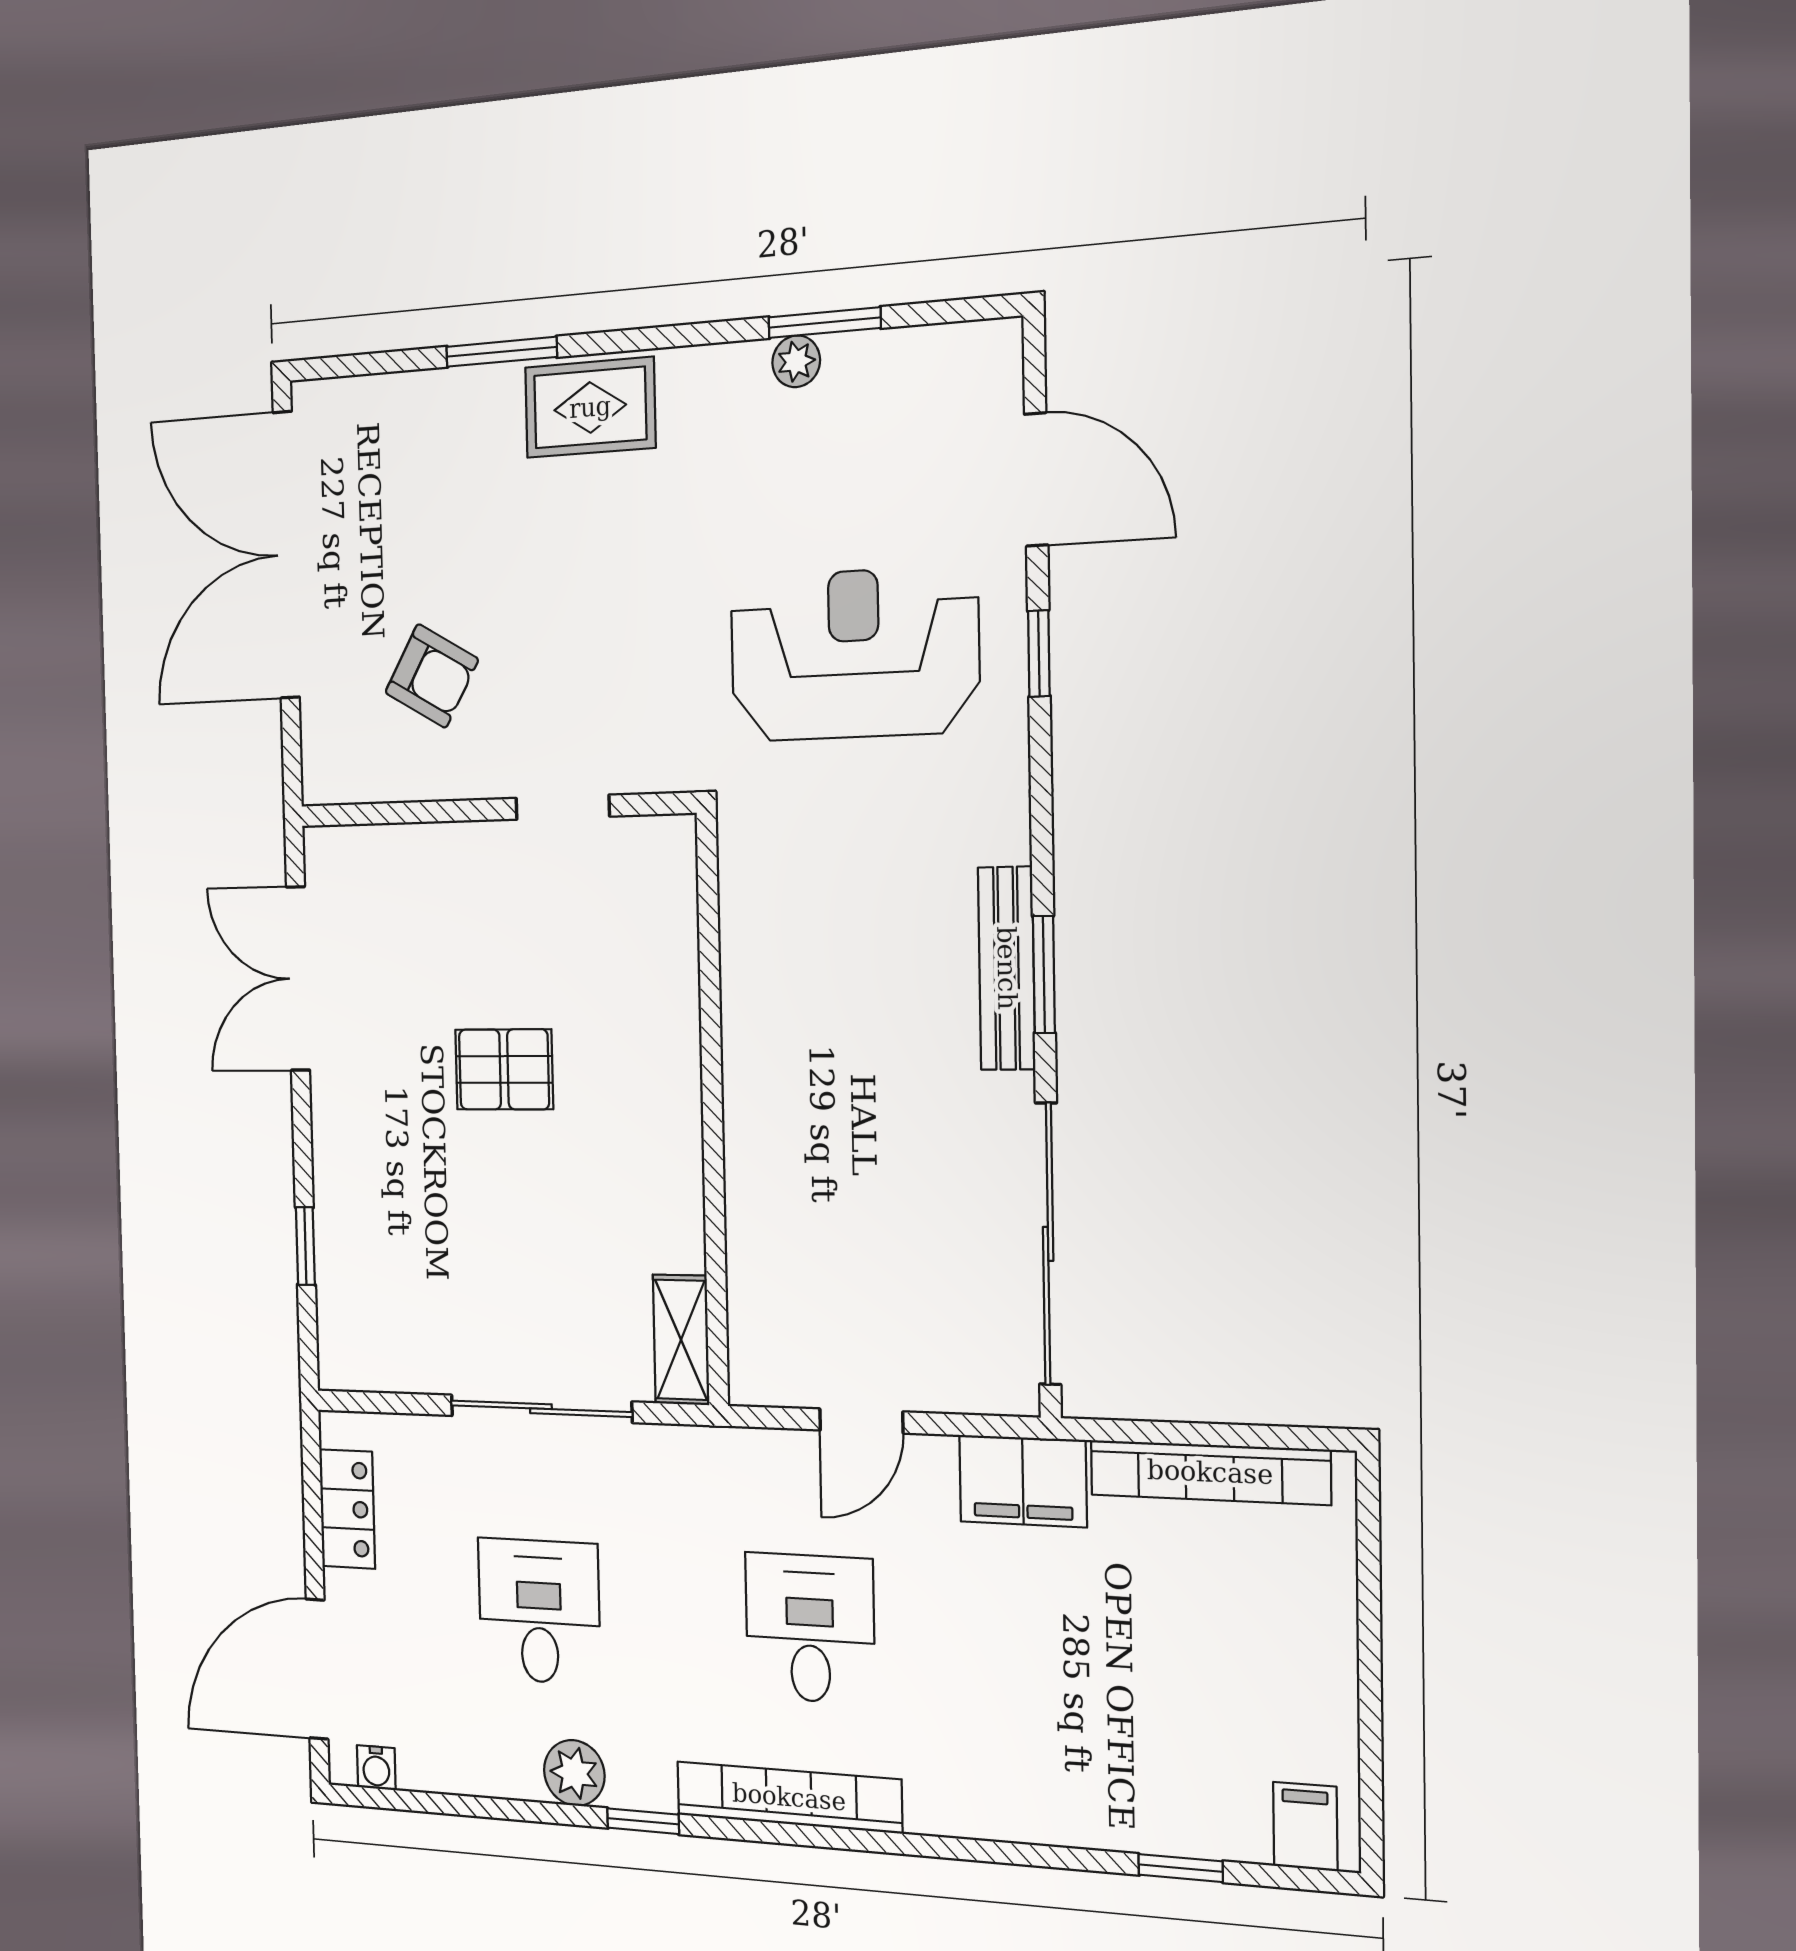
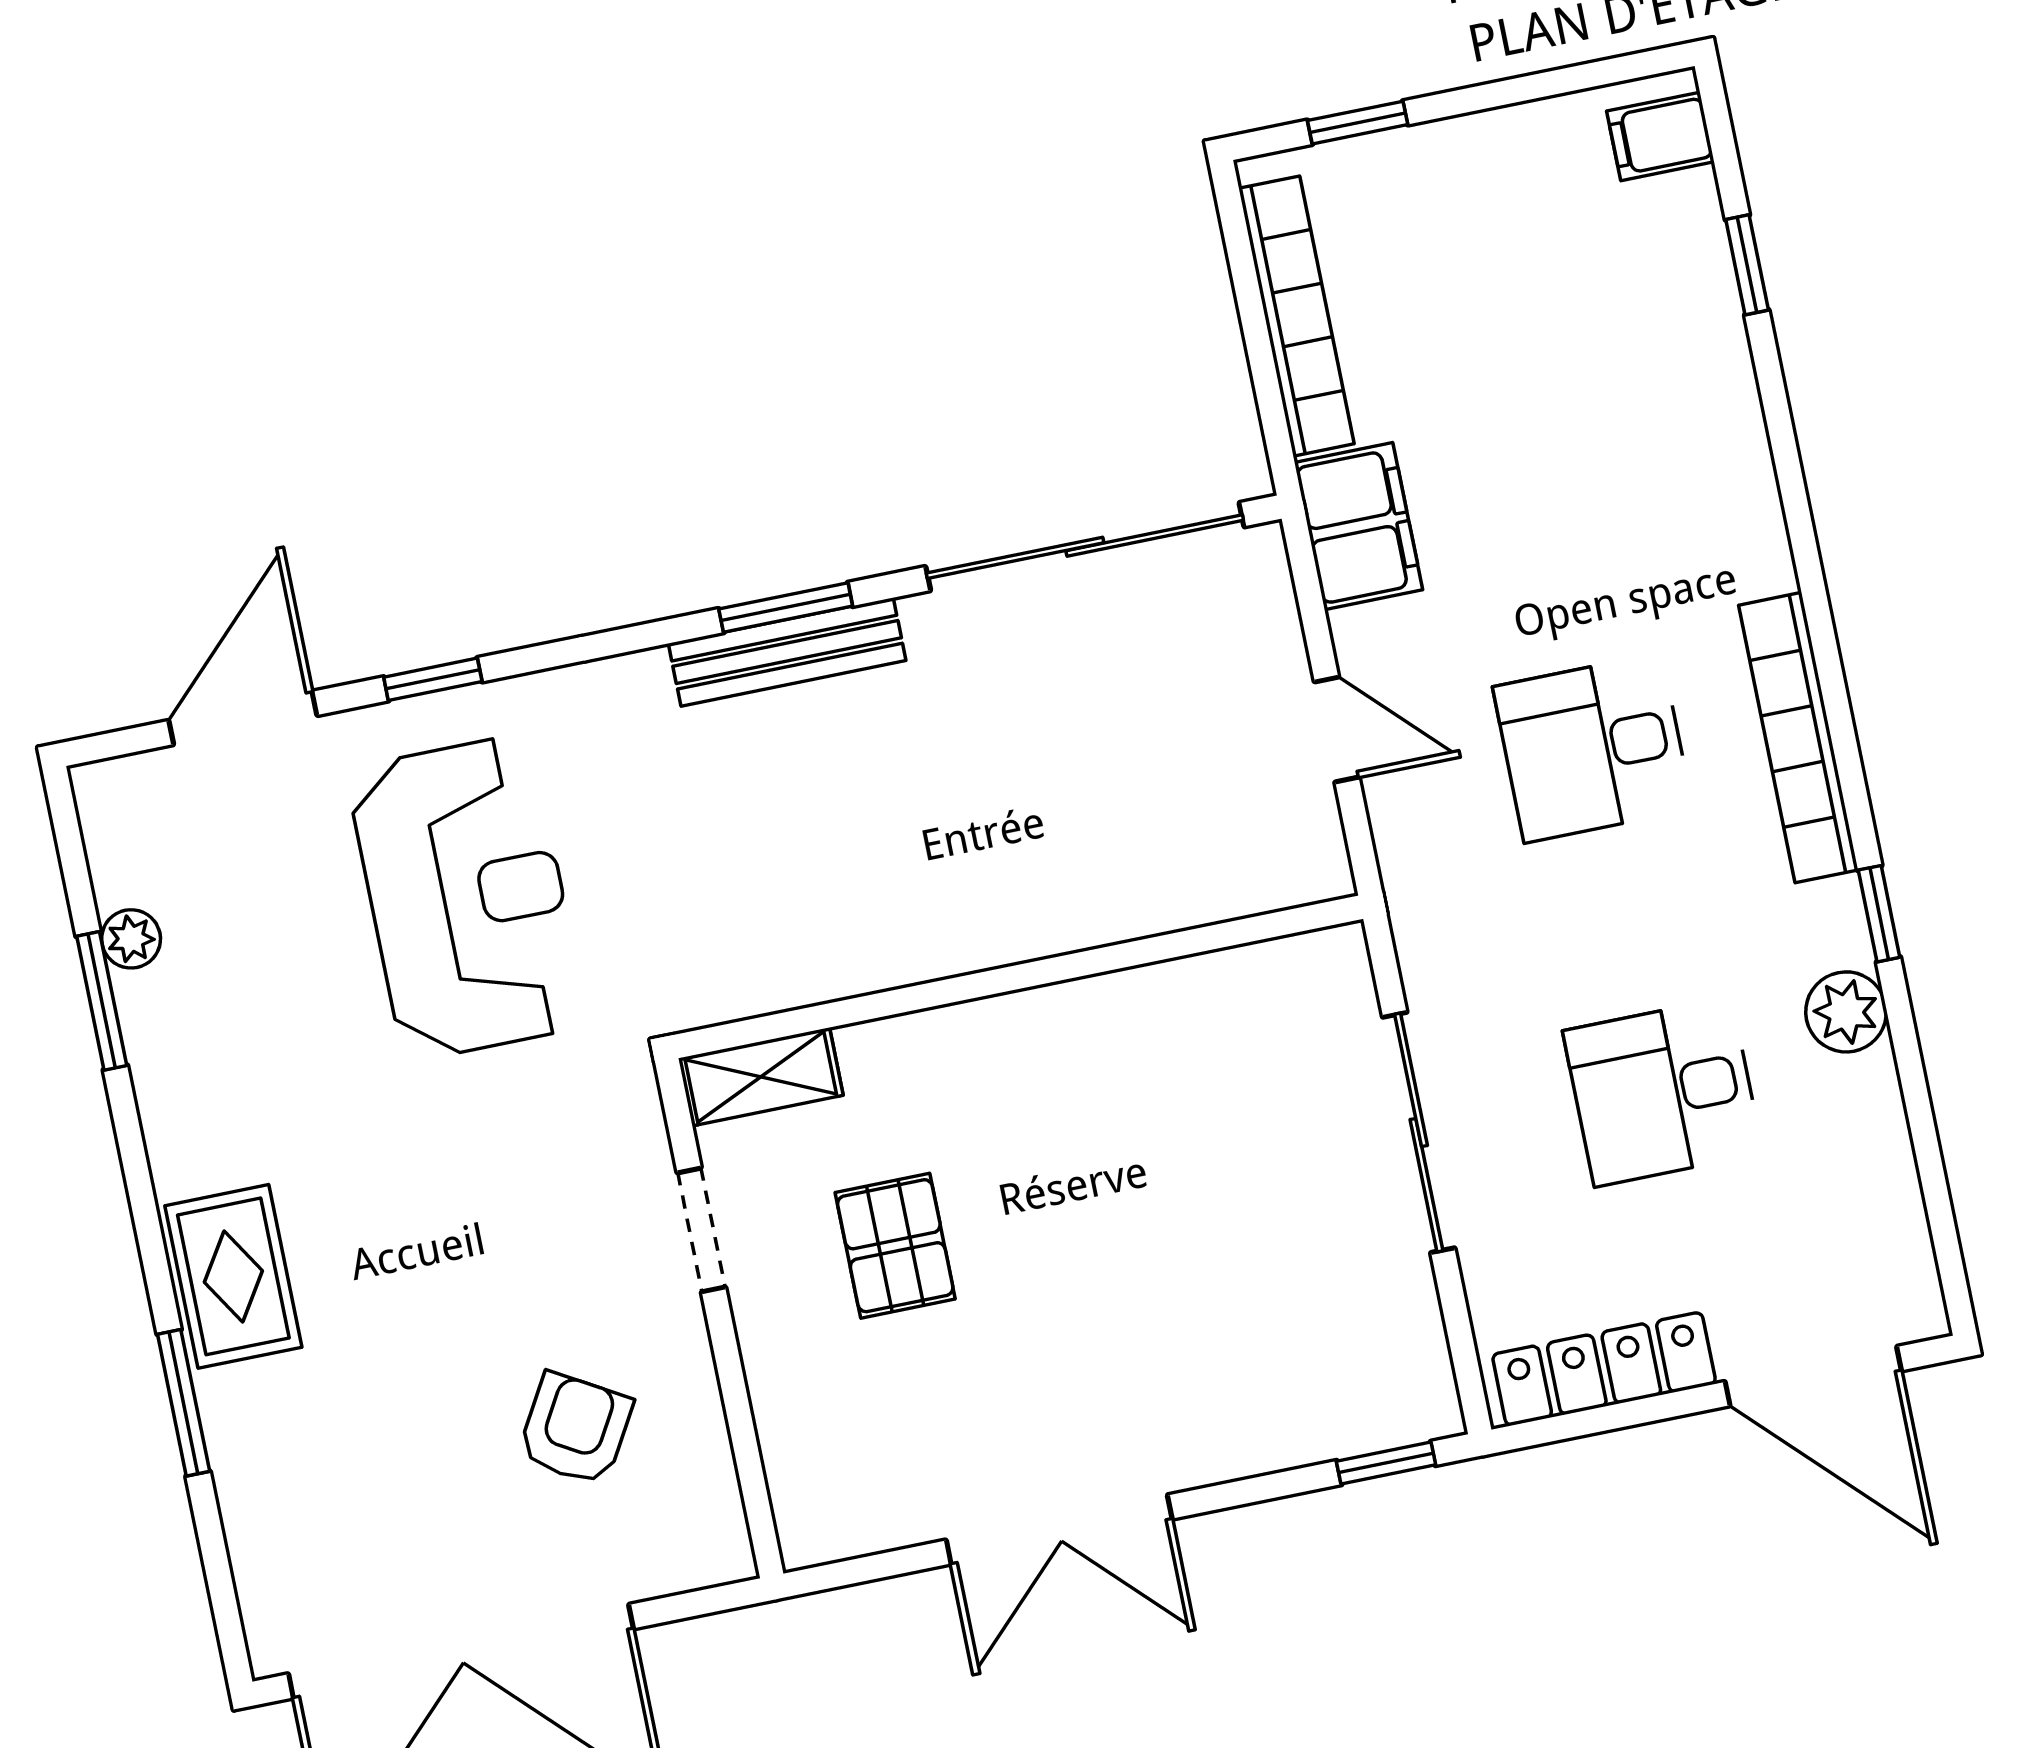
plant: (796, 361) -> (131, 939), moved
reception desk: (854, 654) -> (467, 898), turned 180
double door: (298, 979) -> (1059, 1530), moved
pallet: (504, 1069) -> (895, 1246), moved
window: (305, 1246) -> (1386, 1463), moved
shelving: (681, 1340) -> (761, 1077), moved
locker: (347, 1509) -> (1604, 1369), width x1.53
window: (1369, 1568) -> (1358, 123), added
water cooler: (376, 1768) -> (1914, 1274), removed

